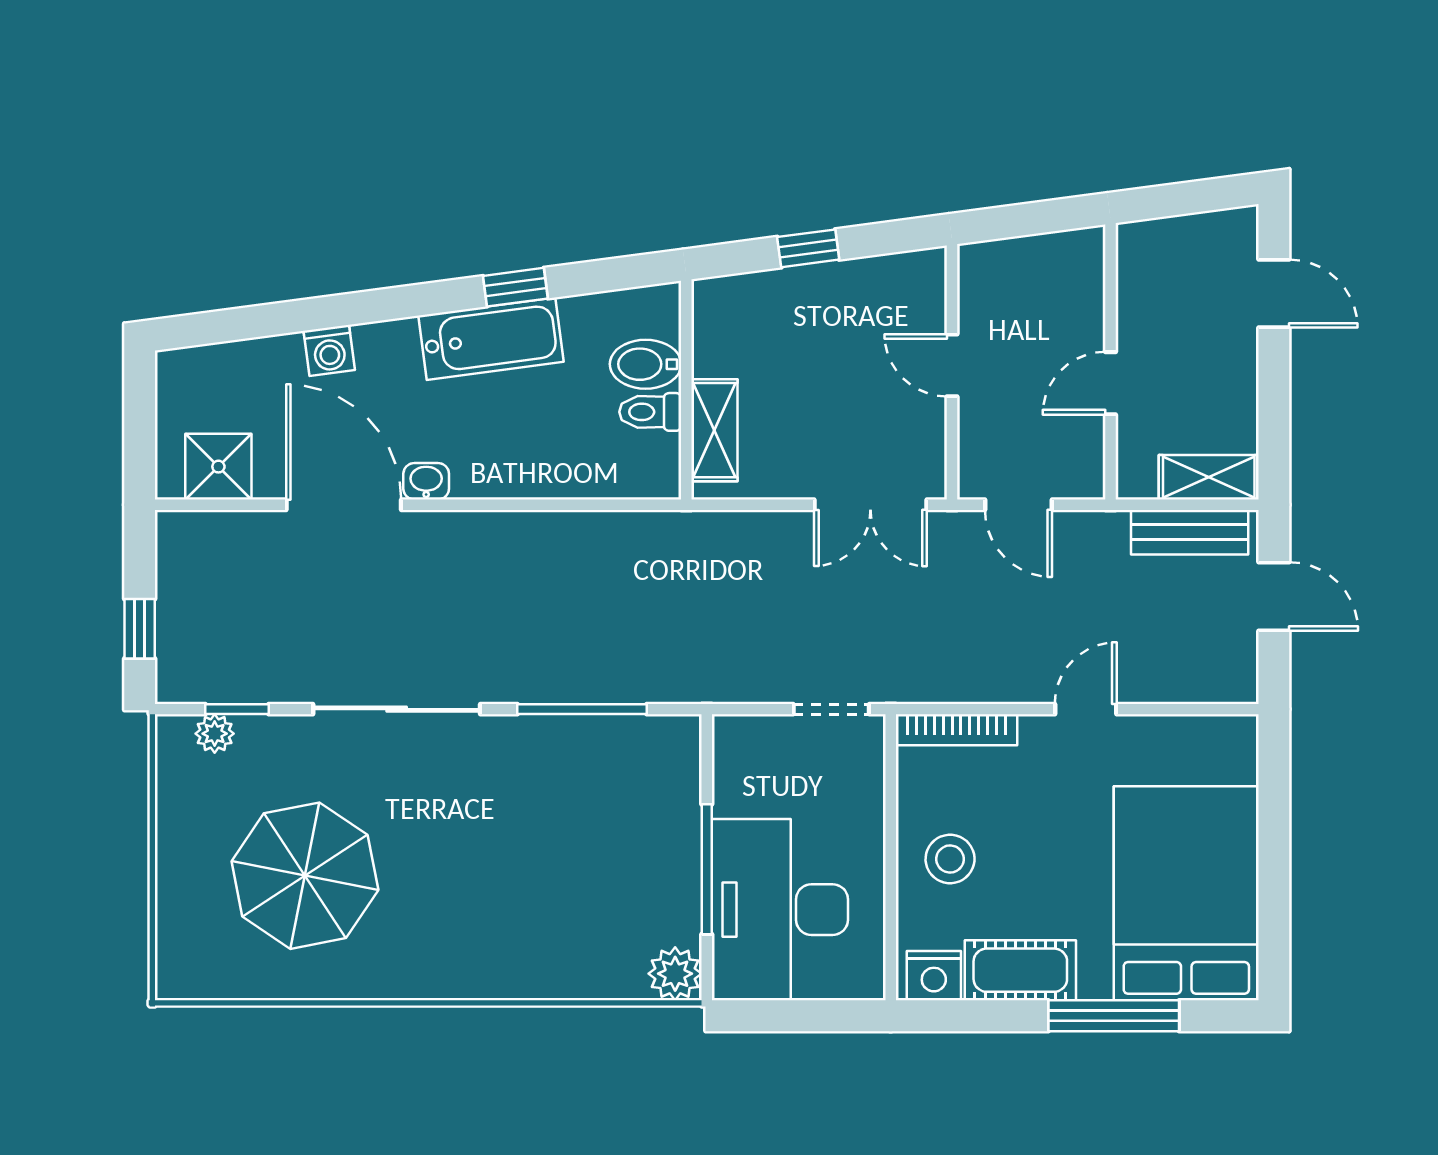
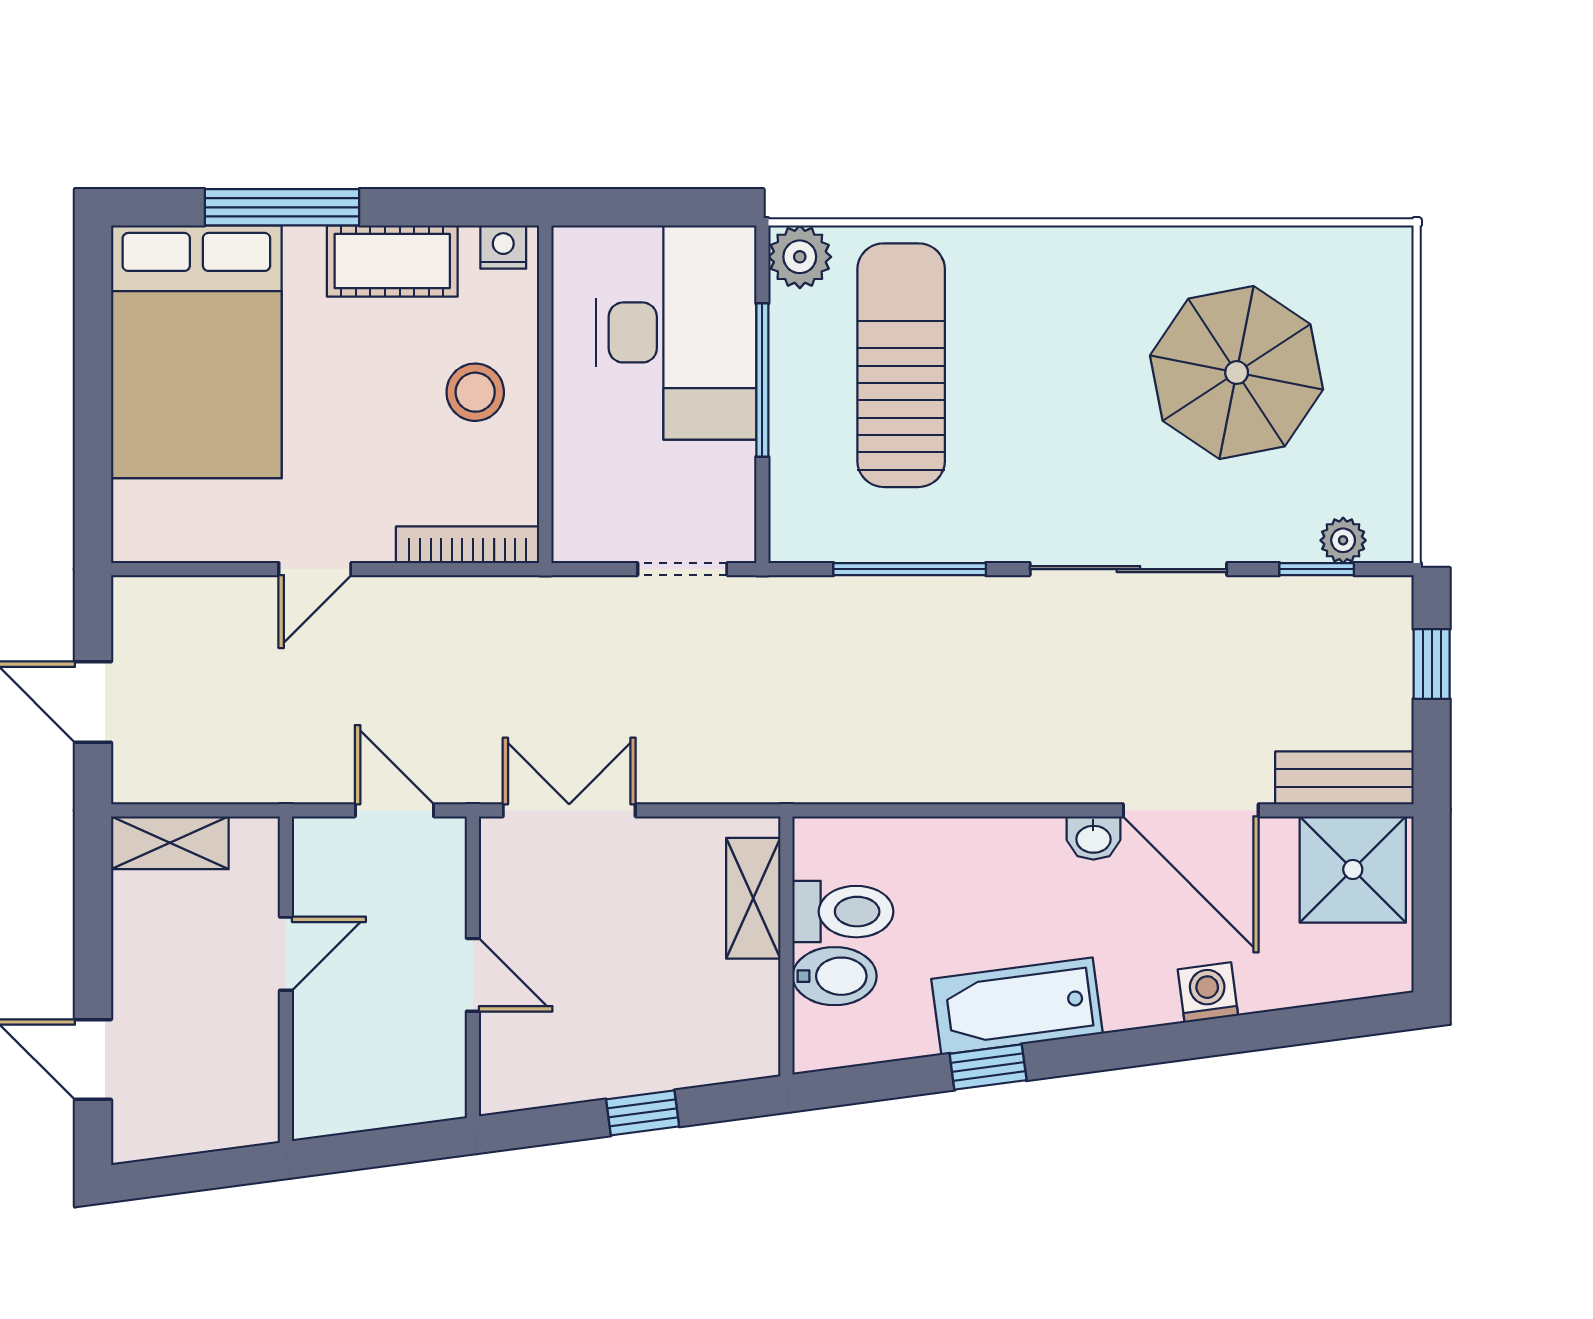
toilet: (650, 412) -> (843, 912), width x1.37, depth x1.39
shower: (218, 467) -> (1353, 869), width x1.36, depth x1.36
bench: (1190, 532) -> (1344, 778), moved
doorway: (831, 709) -> (682, 569), moved
sun lounger: (589, 882) -> (901, 365), added
nightstand: (934, 976) -> (503, 247), width x0.72, depth x0.74

